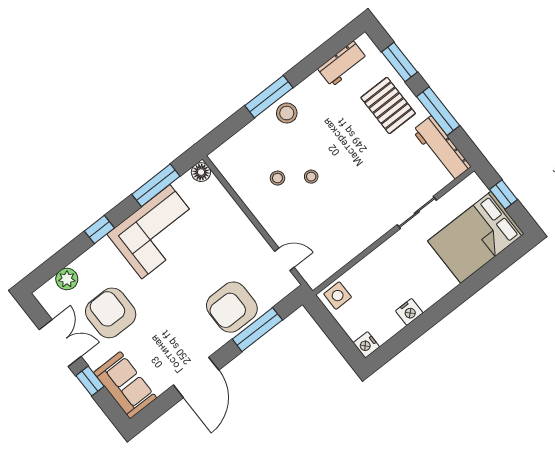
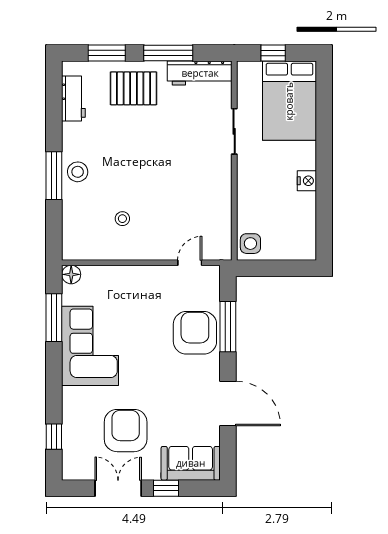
stool: (311, 177) -> (142, 192), removed
window: (99, 230) -> (54, 437), moved
plant: (67, 279) -> (73, 444), removed
armchair: (232, 307) -> (195, 333), turned 180
nightstand: (409, 312) -> (307, 181), moved
armchair: (111, 313) -> (126, 431), turned 90
nightstand: (366, 345) -> (306, 251), removed

